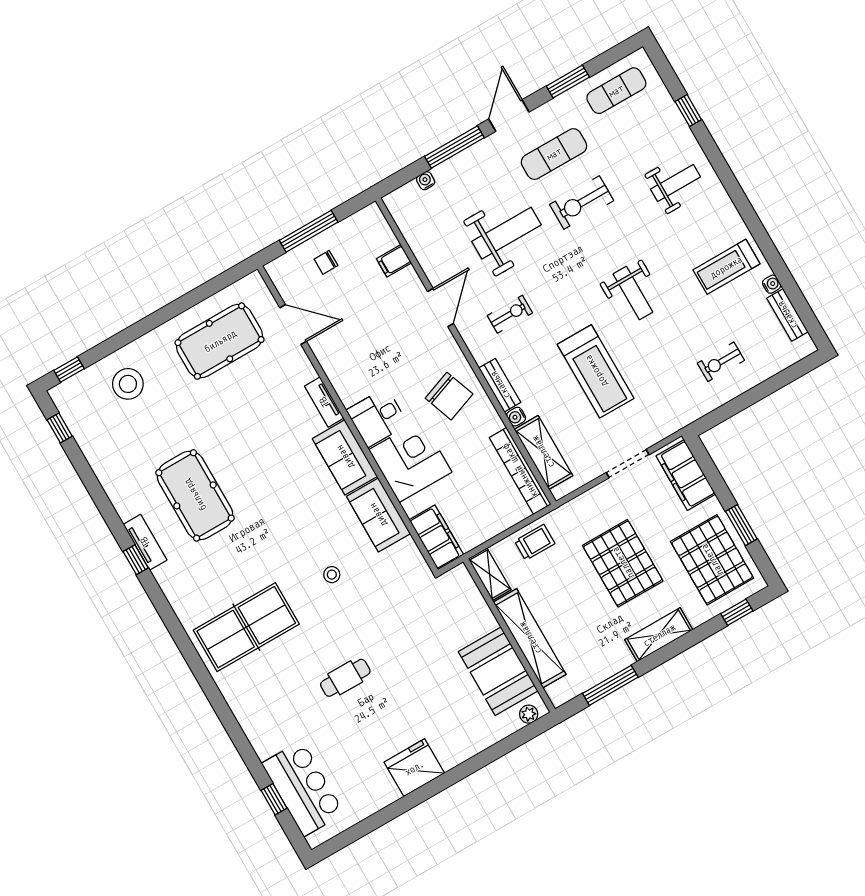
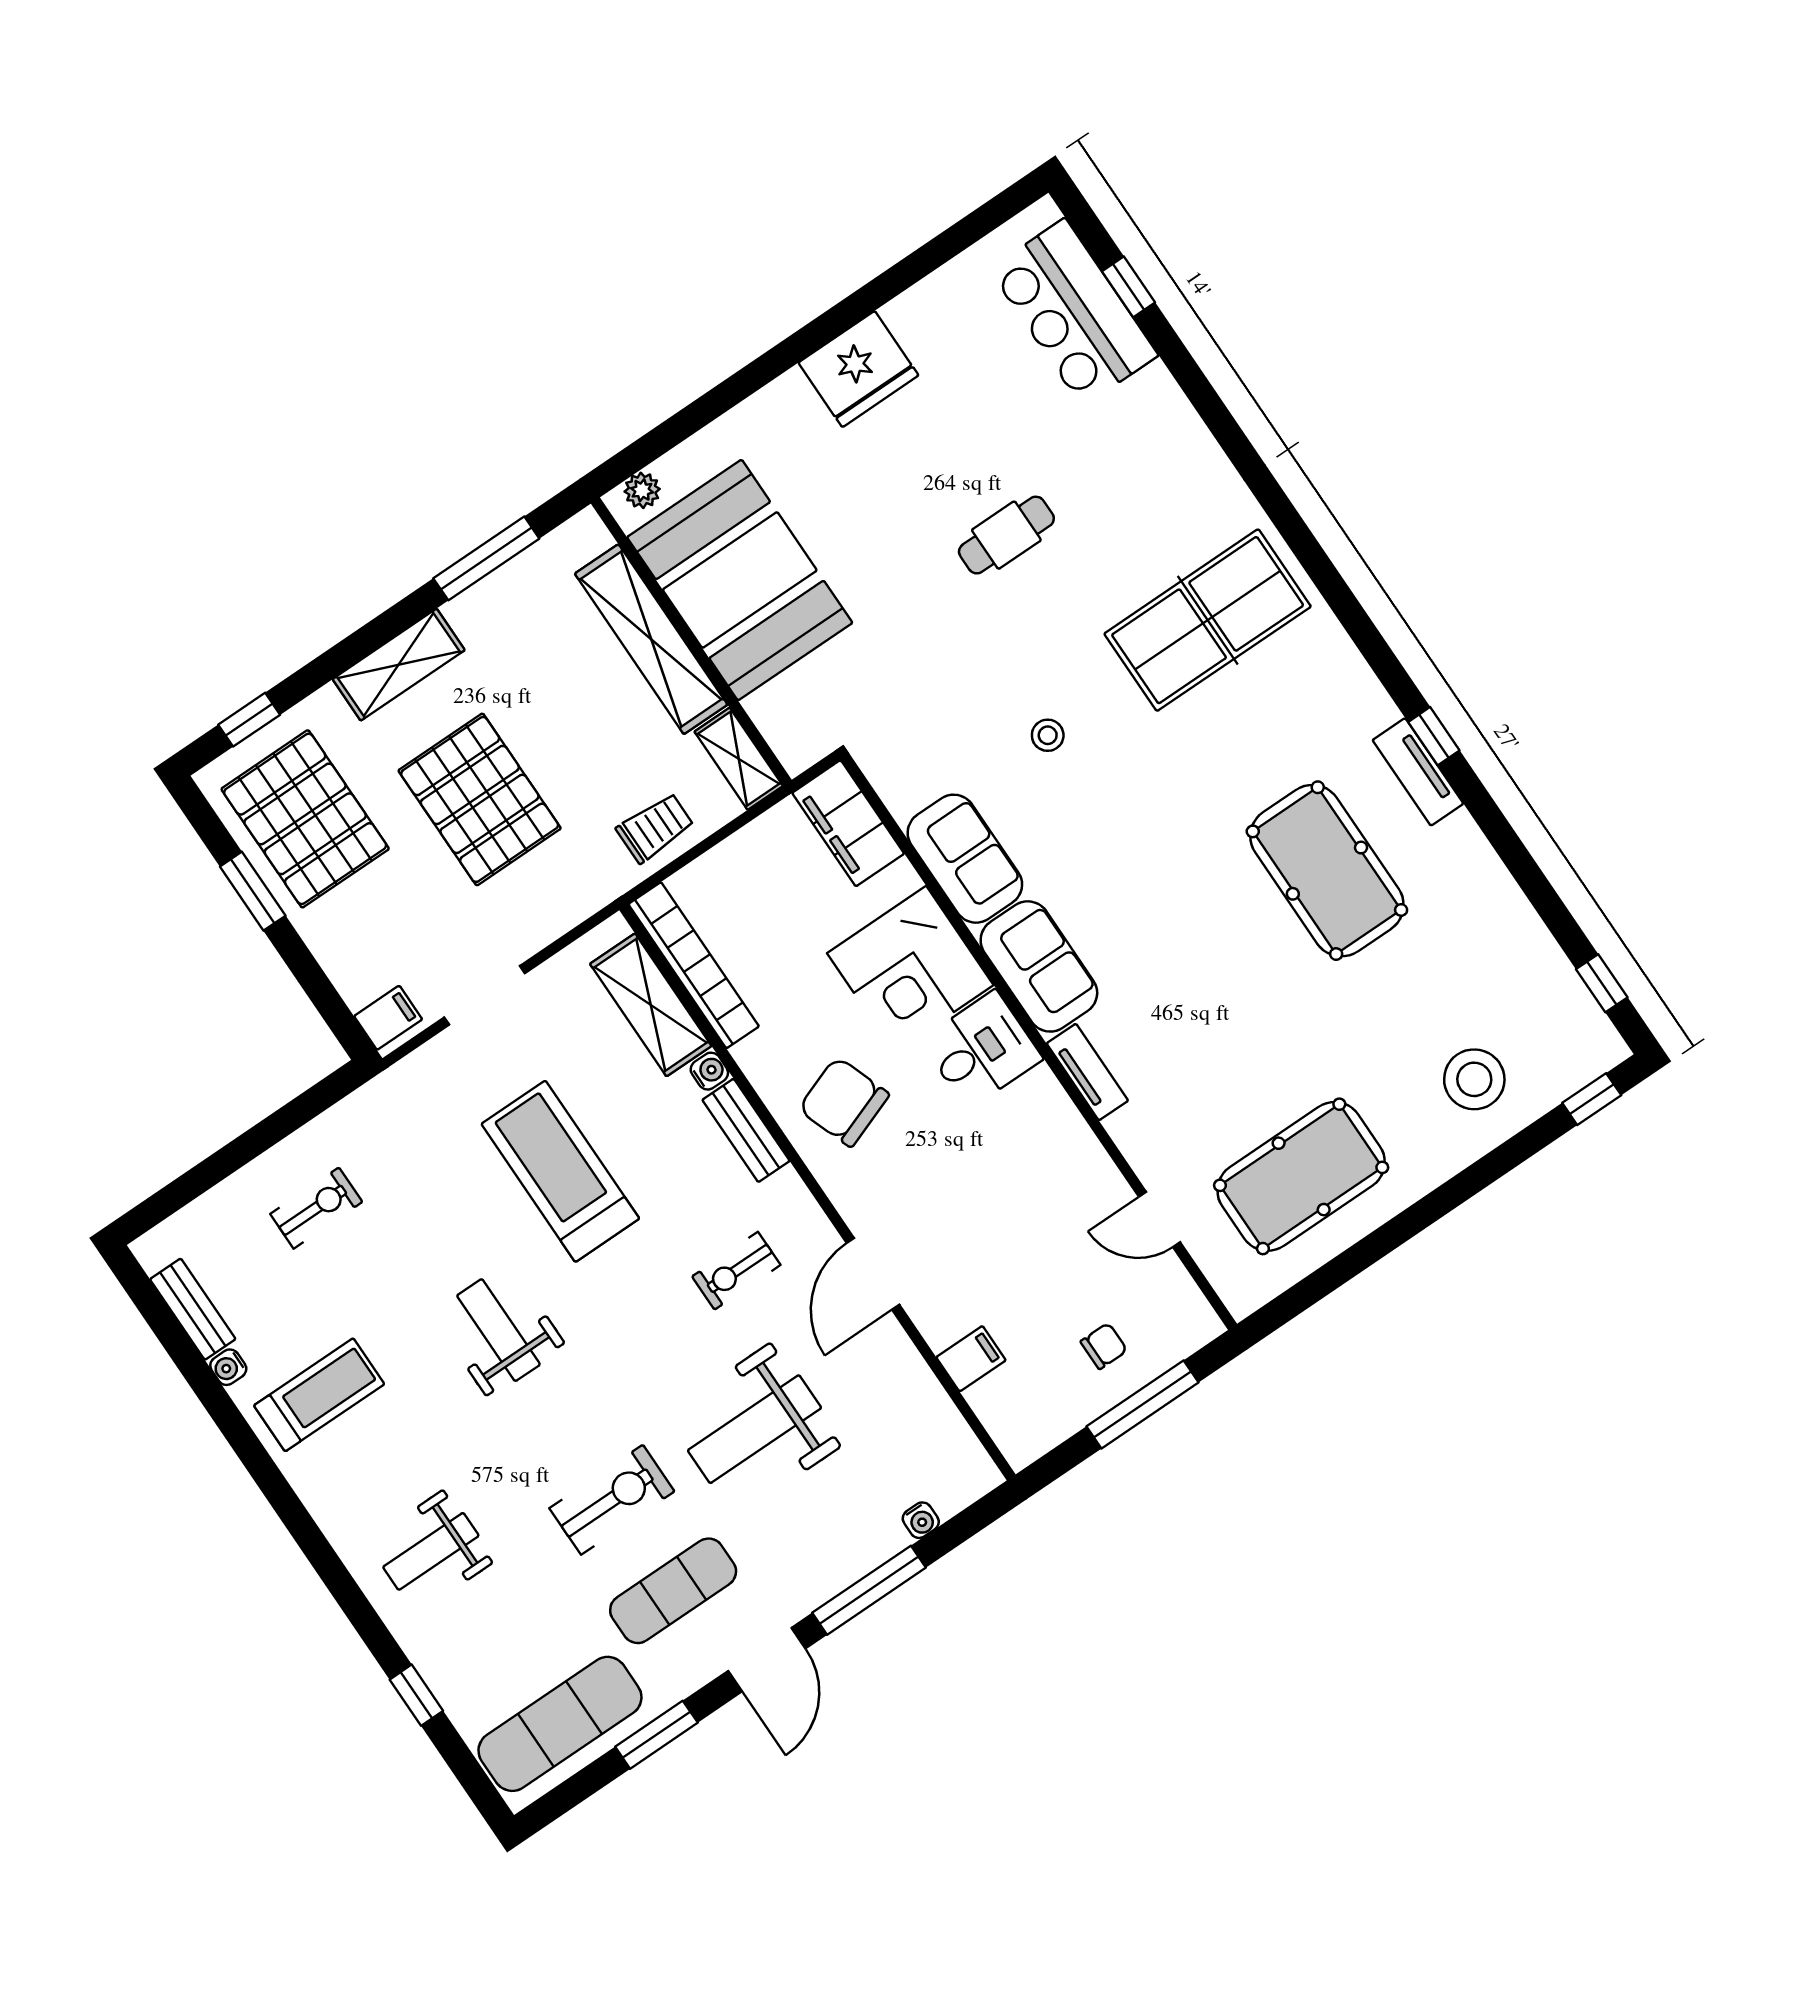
exercise mat: (616, 91) -> (560, 1724), width x1.36, depth x1.45
door: (293, 324) -> (1160, 1219), width x0.73
filing cabinet: (686, 475) -> (388, 1018), width x0.33, depth x0.86
trolley: (535, 542) -> (655, 828), turned 180
booth: (498, 671) -> (740, 580), width x1.36, depth x1.42

